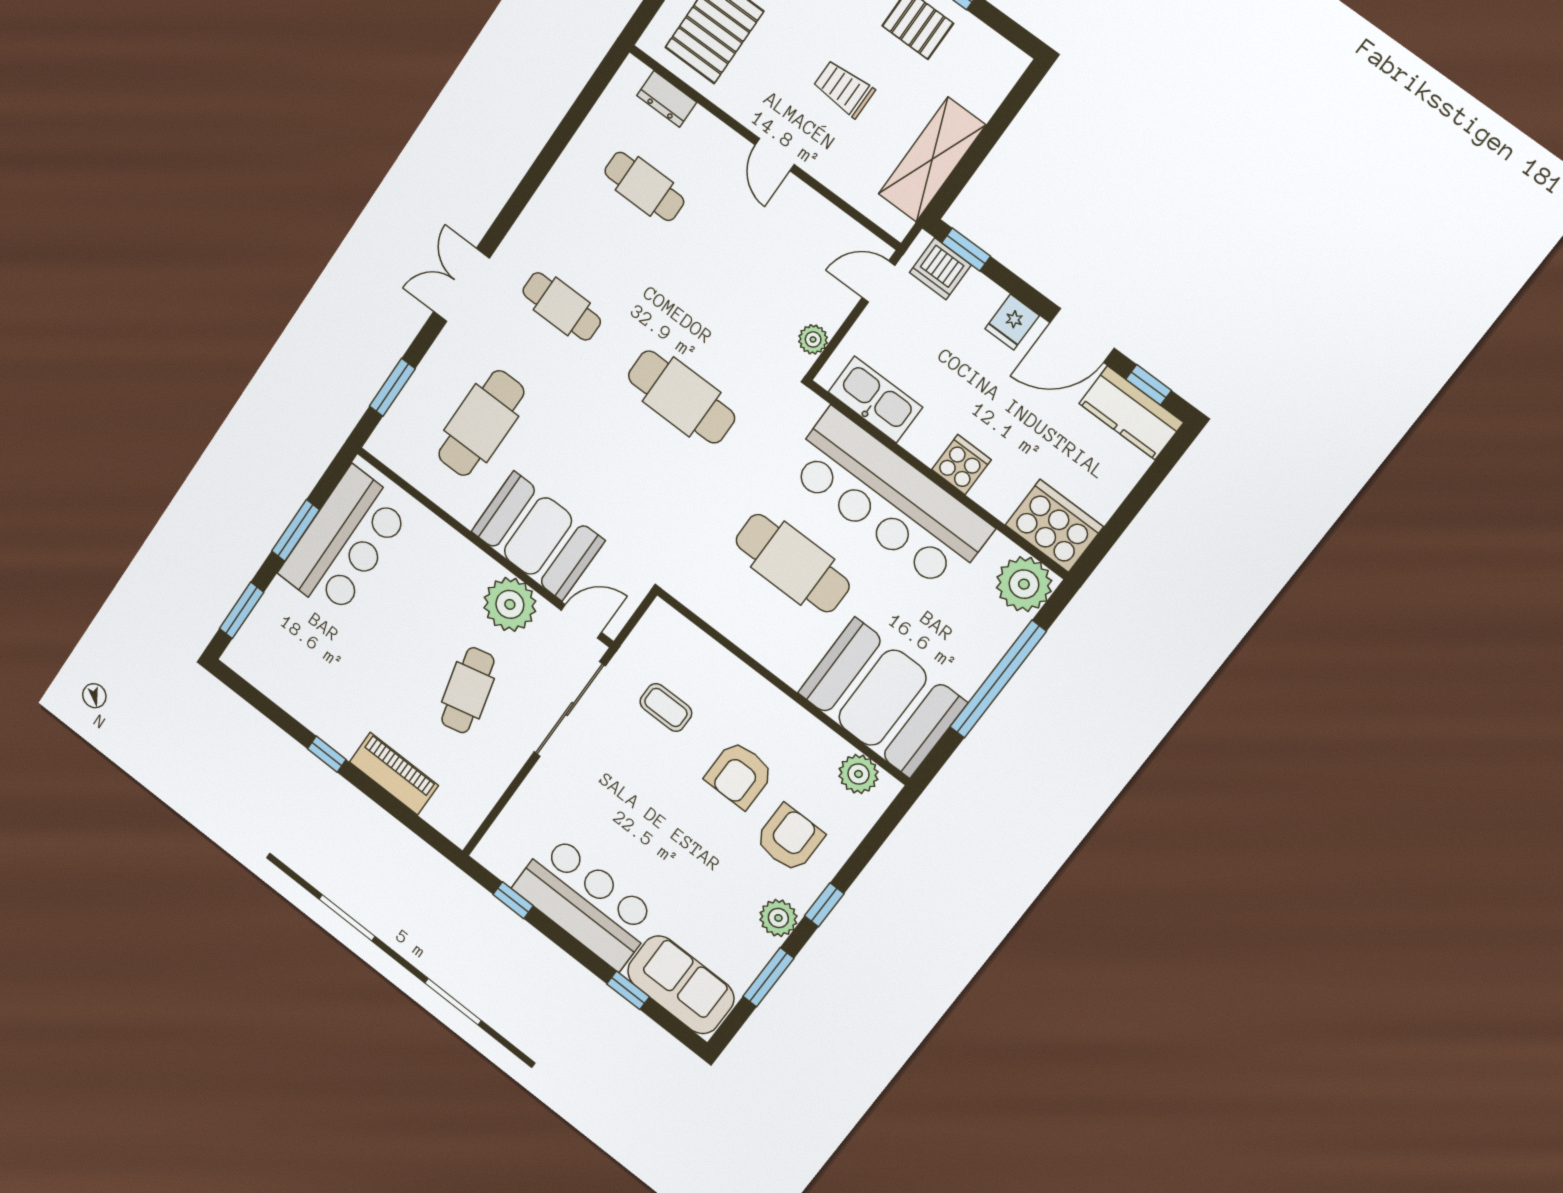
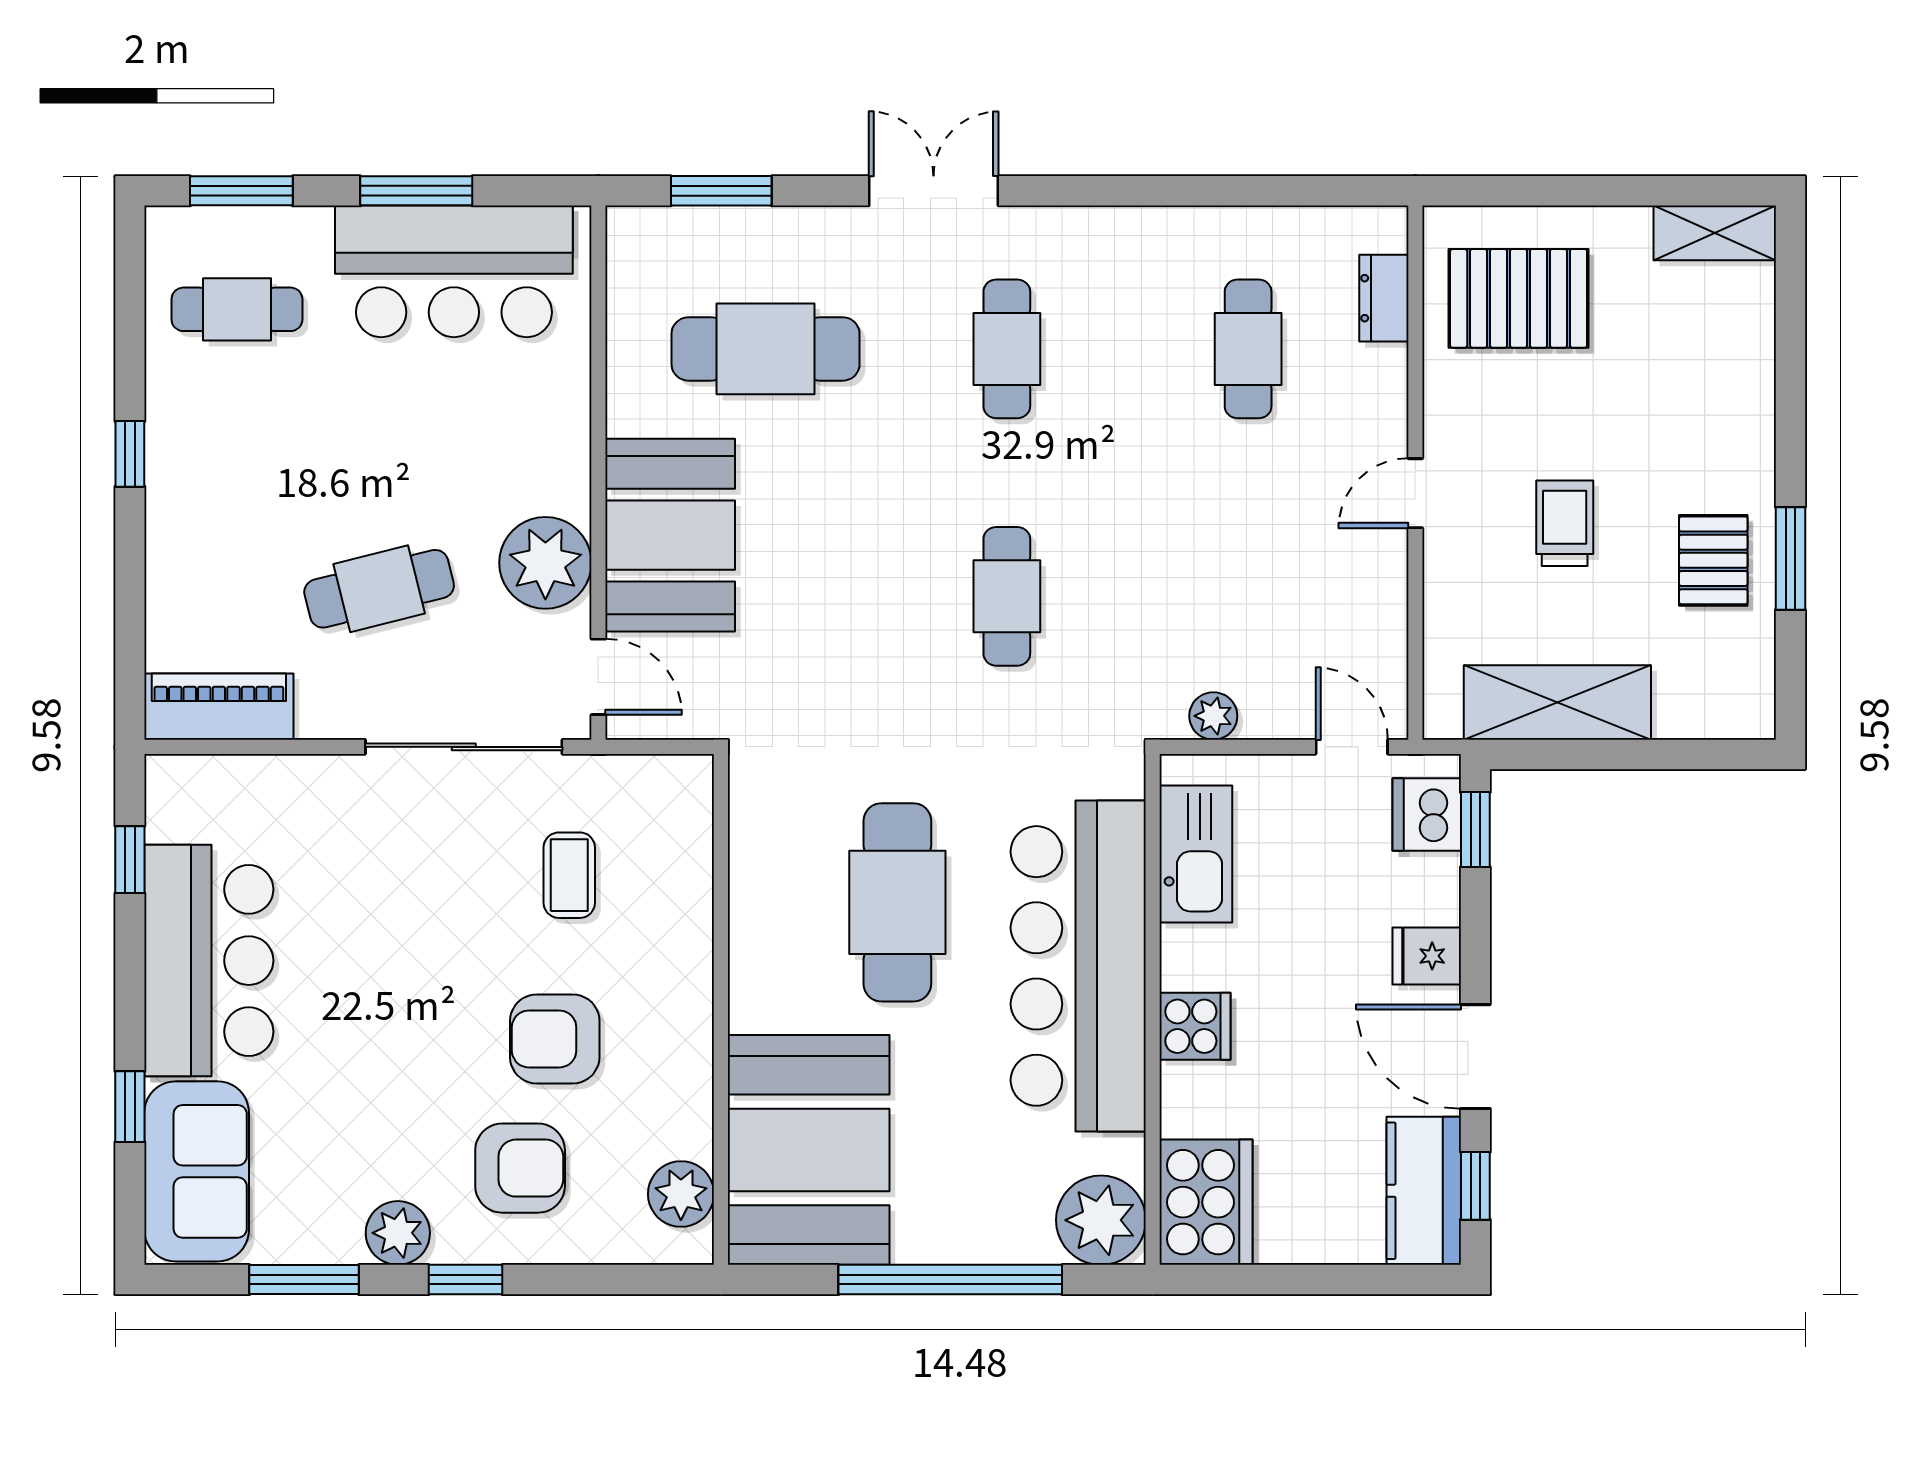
cafe table: (681, 397) -> (1007, 596), width x0.73, depth x0.74
cafe table: (294, 655) -> (237, 309), added
piano: (394, 774) -> (219, 707), moved, turned -90

